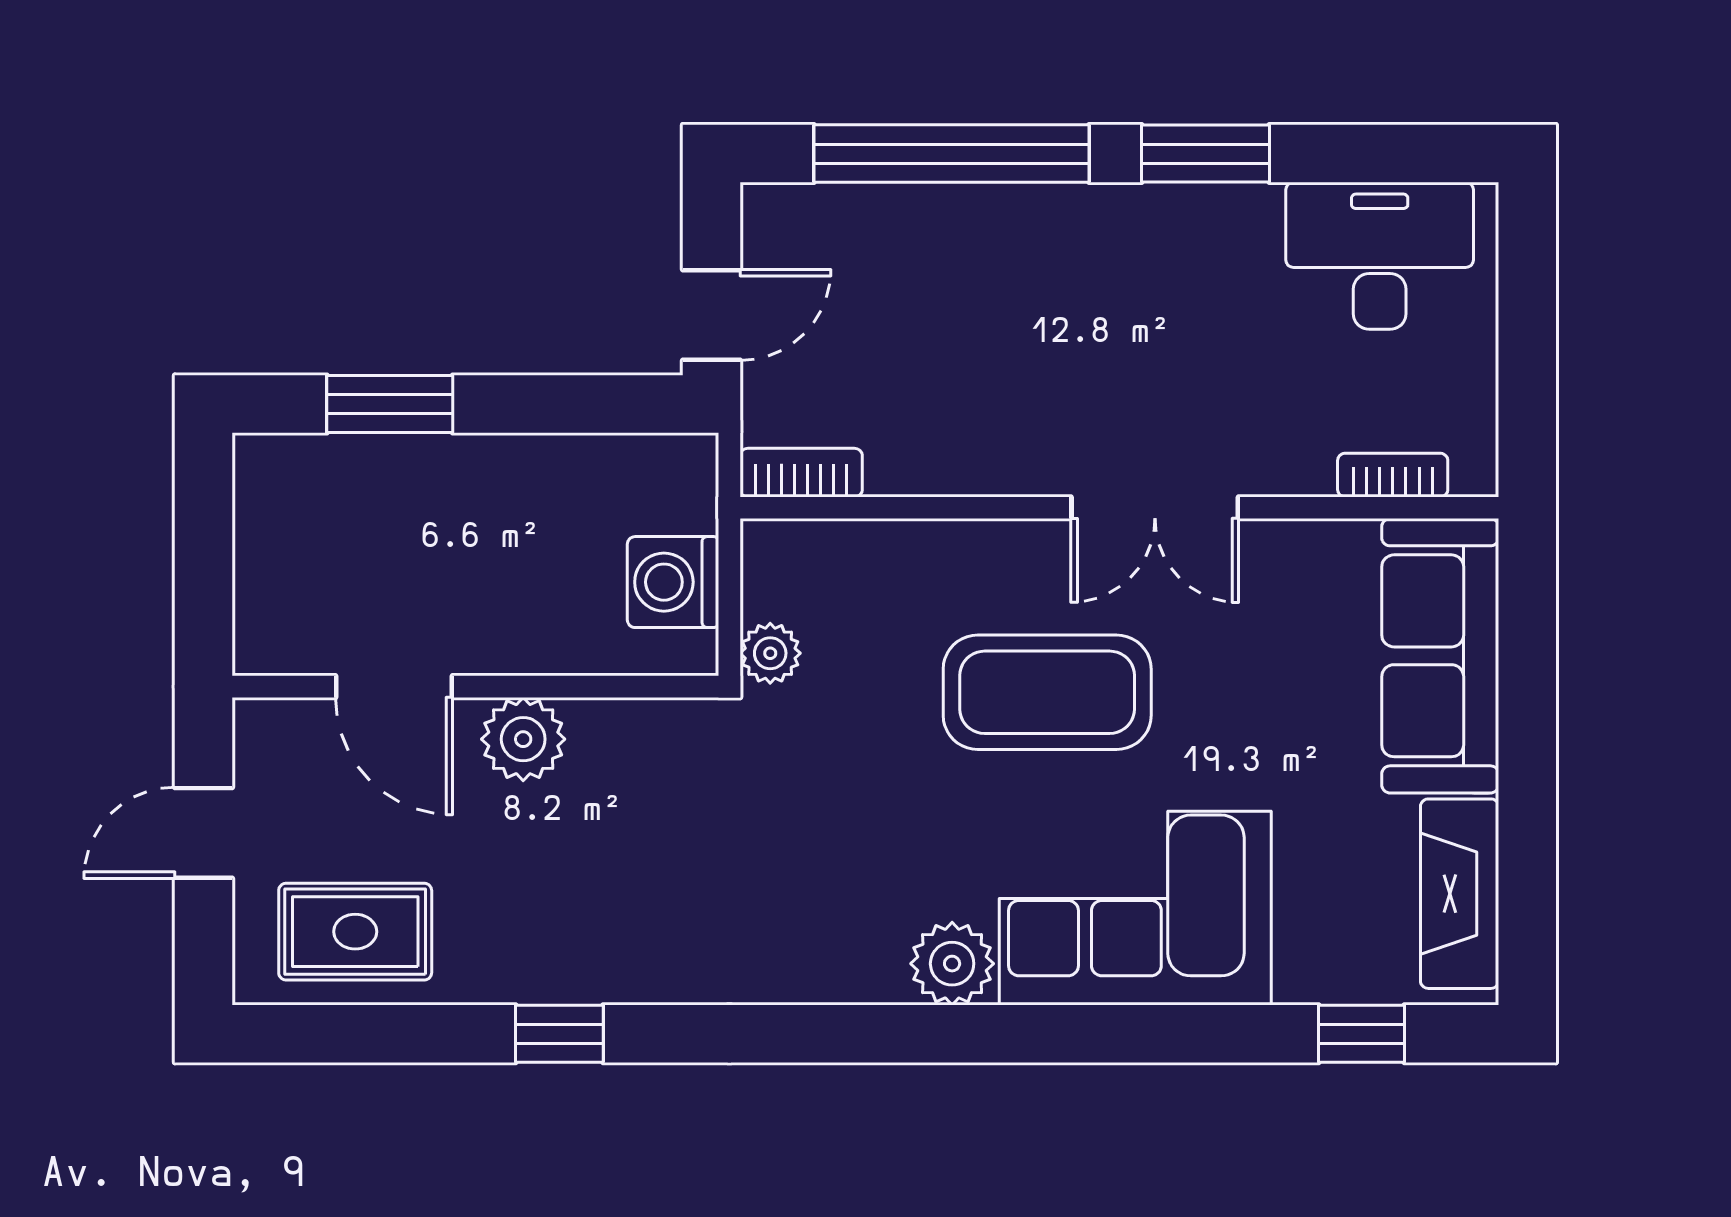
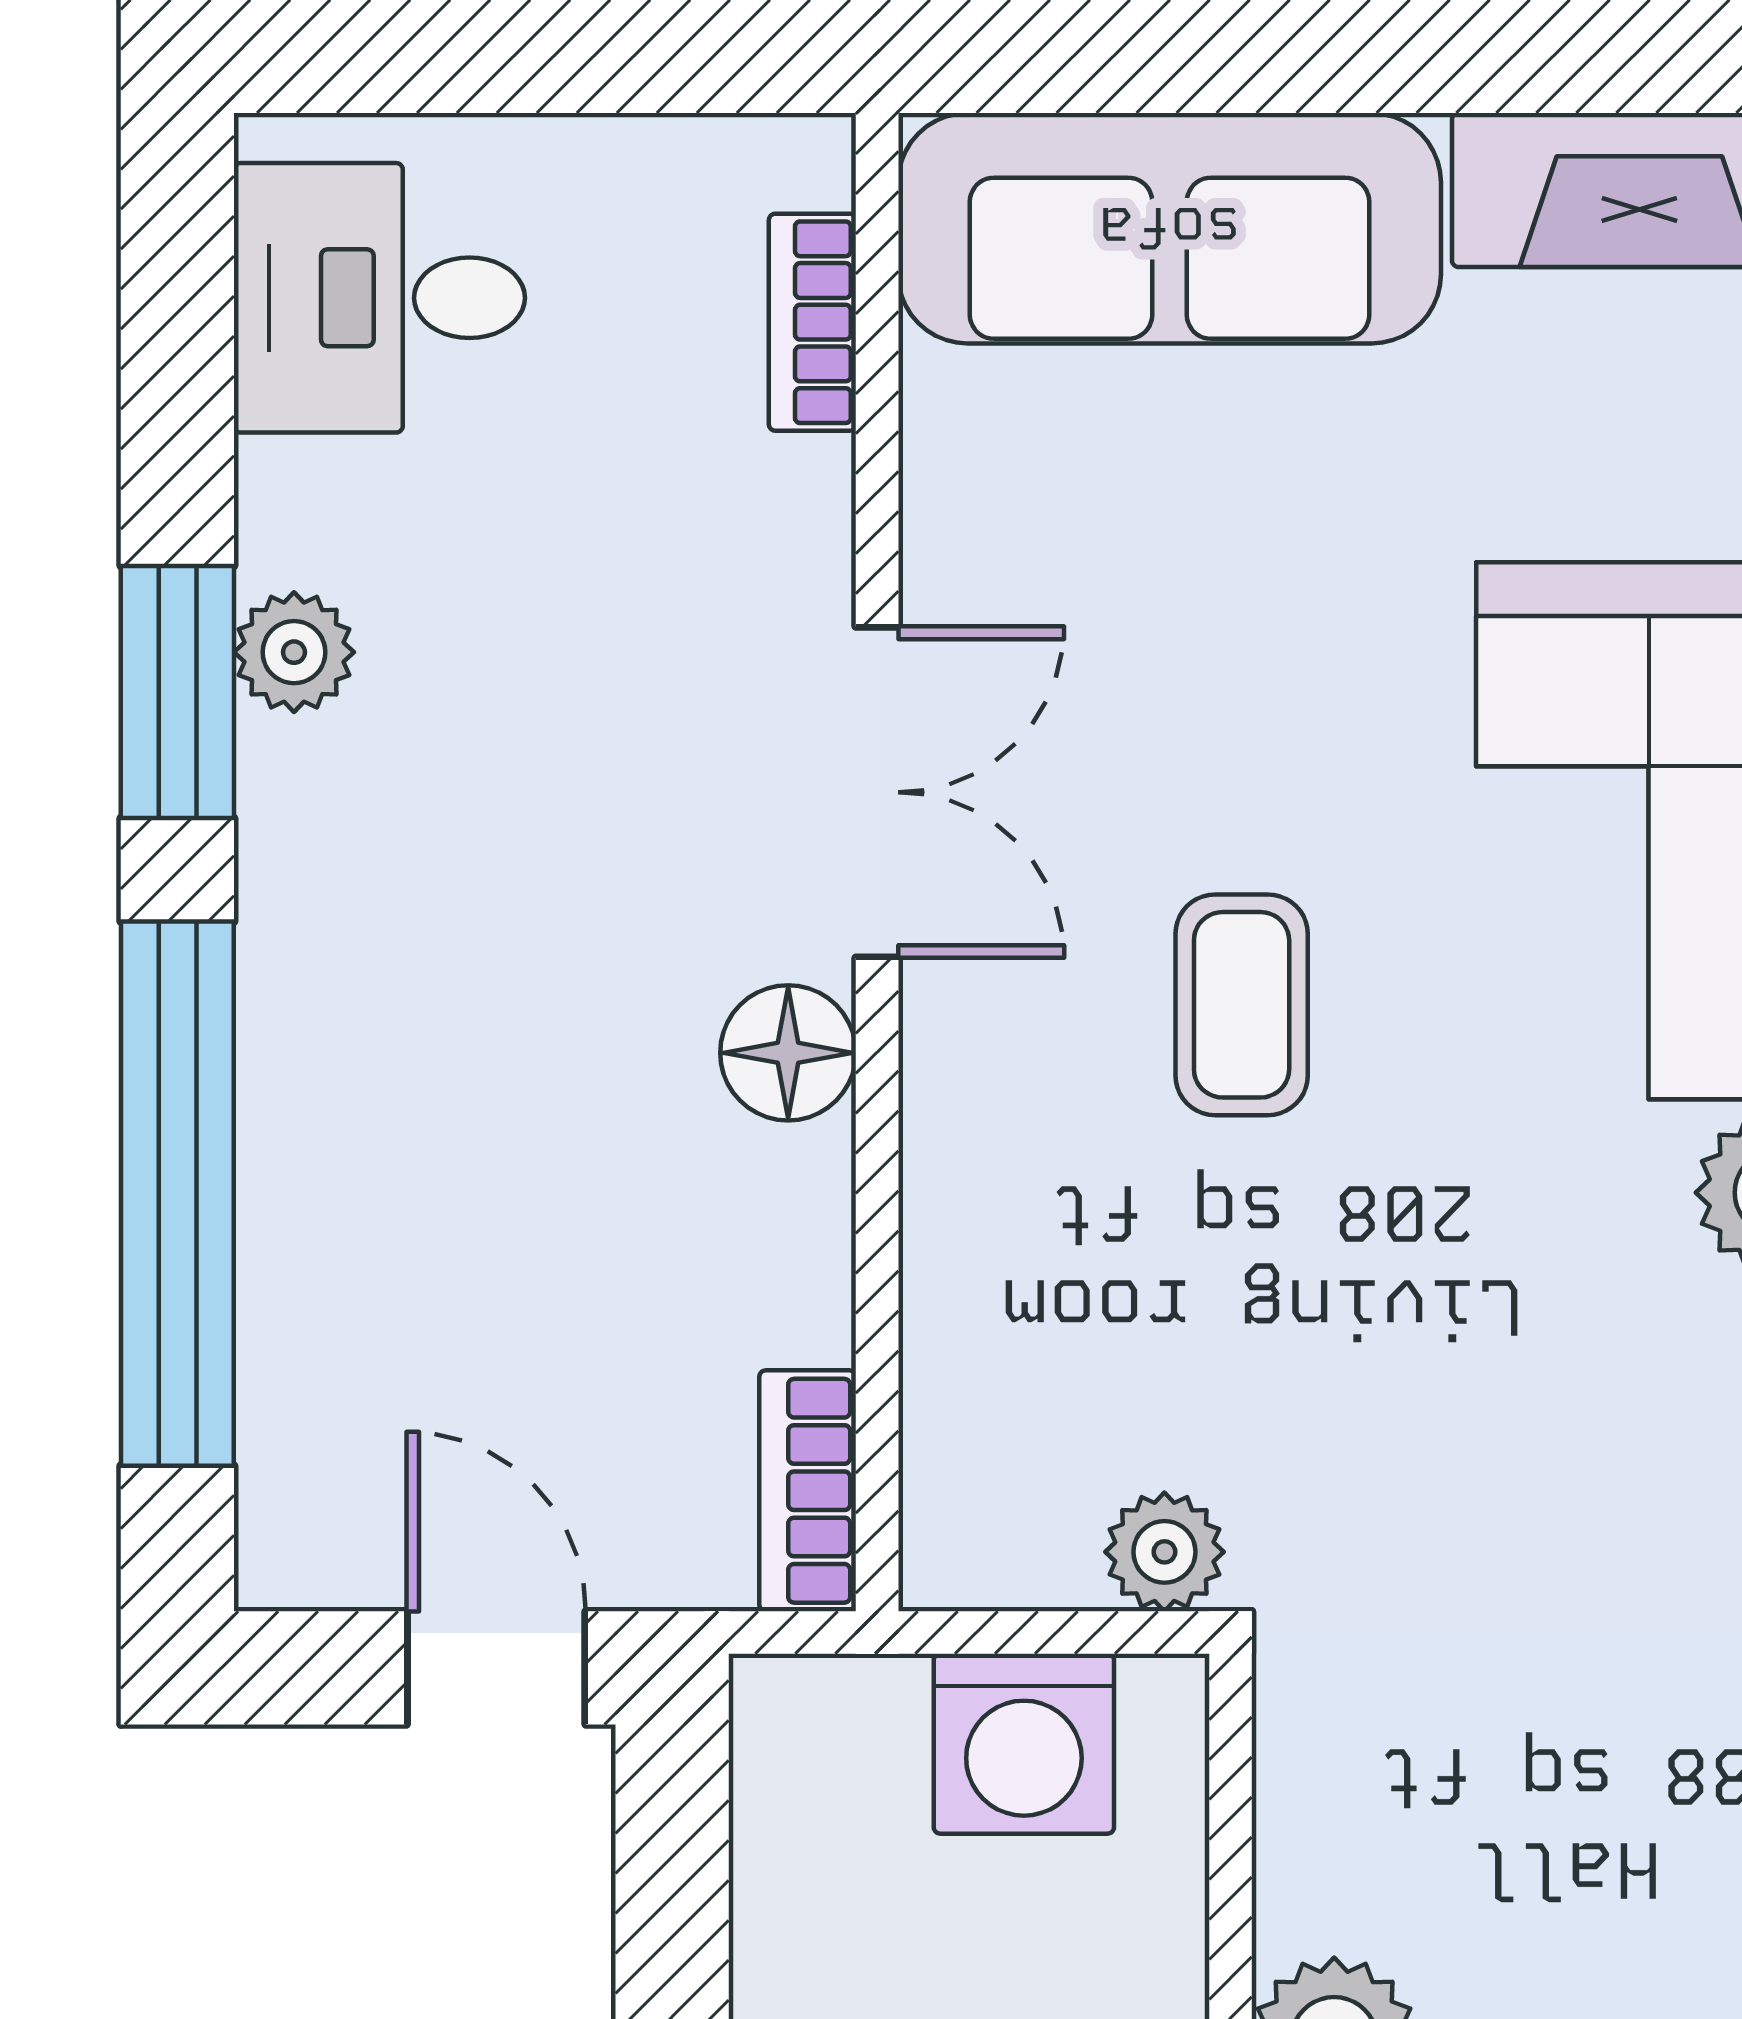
plant: (1226, 213) -> (294, 652), added
desk: (1380, 256) -> (379, 298), width x0.73
floor lamp: (1023, 463) -> (788, 1053), added
coffee table: (1047, 692) -> (1242, 1005), width x0.54, depth x0.58

